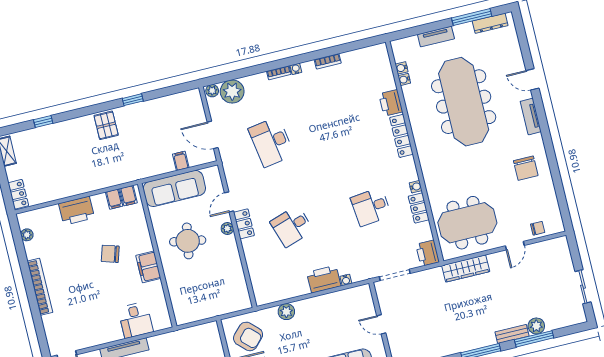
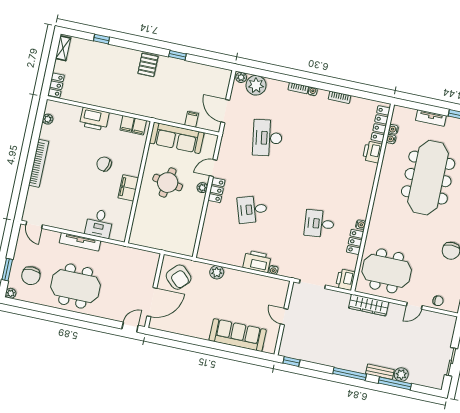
locker: (401, 136) -> (380, 124), moved

